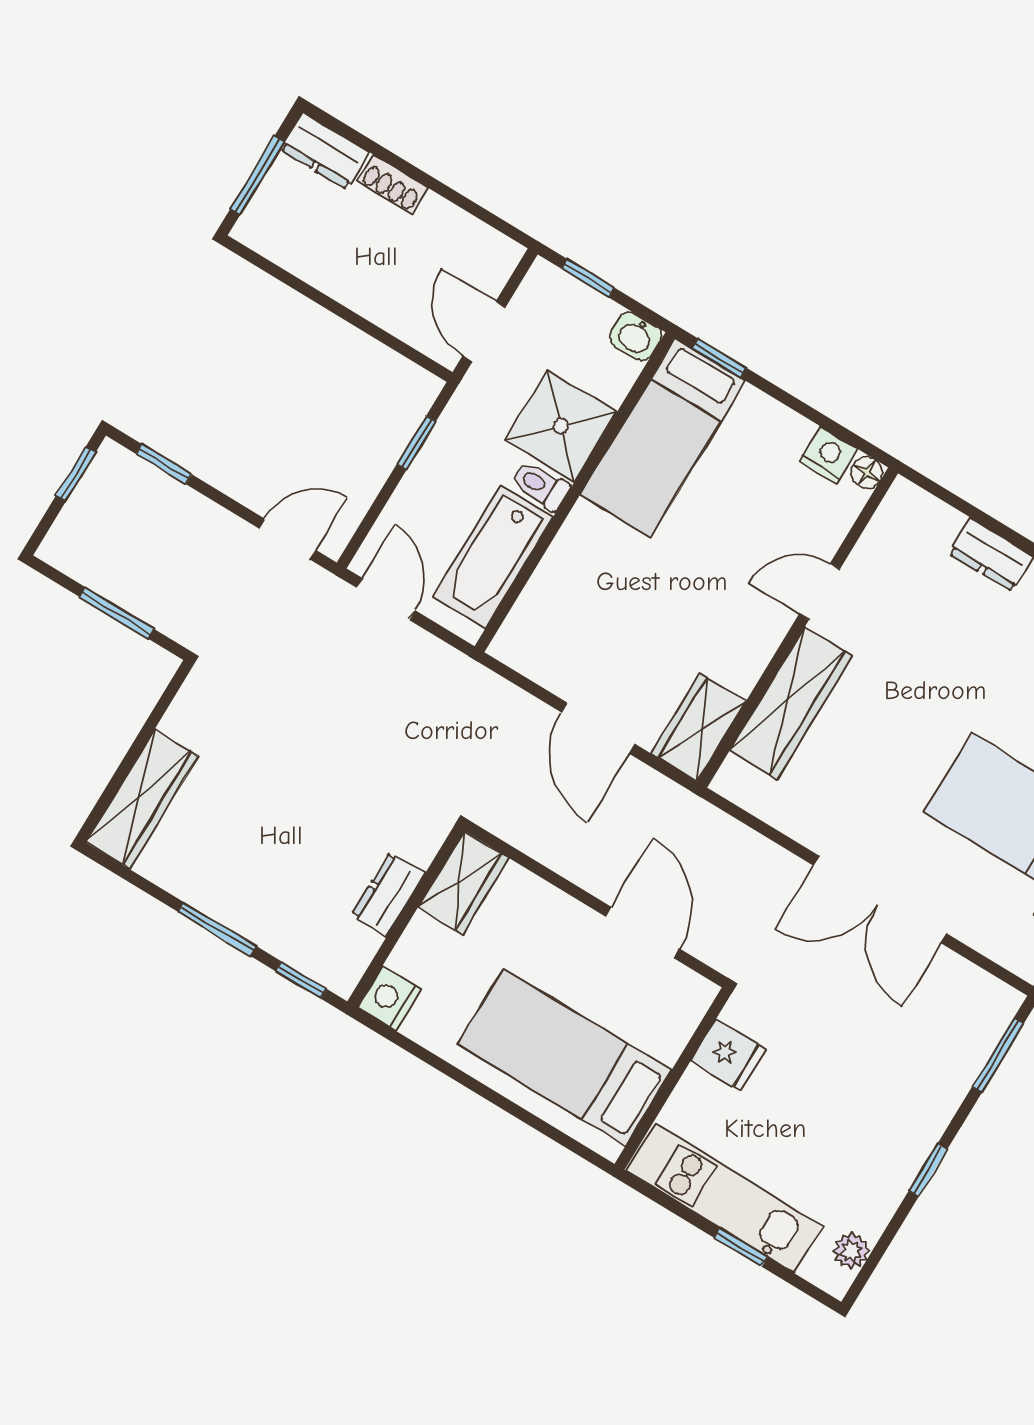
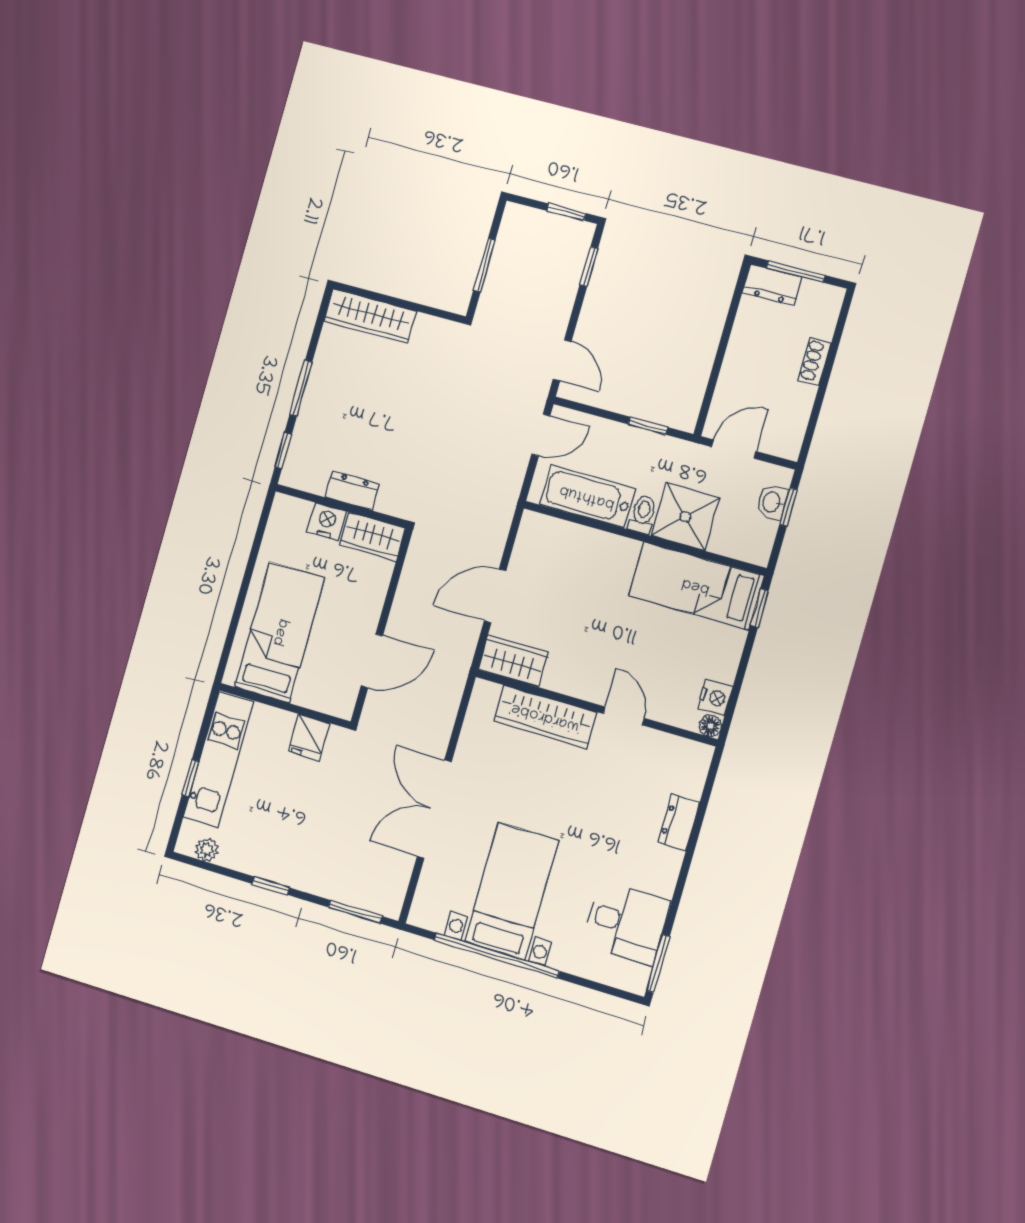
dresser: (325, 151) -> (772, 285), moved, turned -90
washbasin: (636, 336) -> (772, 502), moved
nightstand: (389, 998) -> (327, 521), moved

